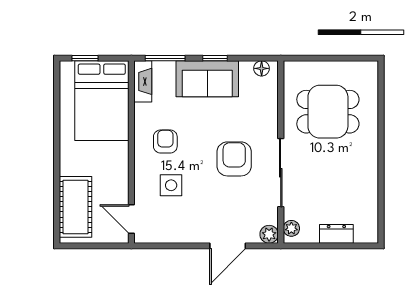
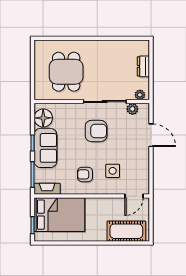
floor lamp: (262, 68) -> (43, 118), width x1.89, depth x1.89
armchair: (234, 159) -> (96, 131), turned 180
plant: (269, 234) -> (132, 109), moved

